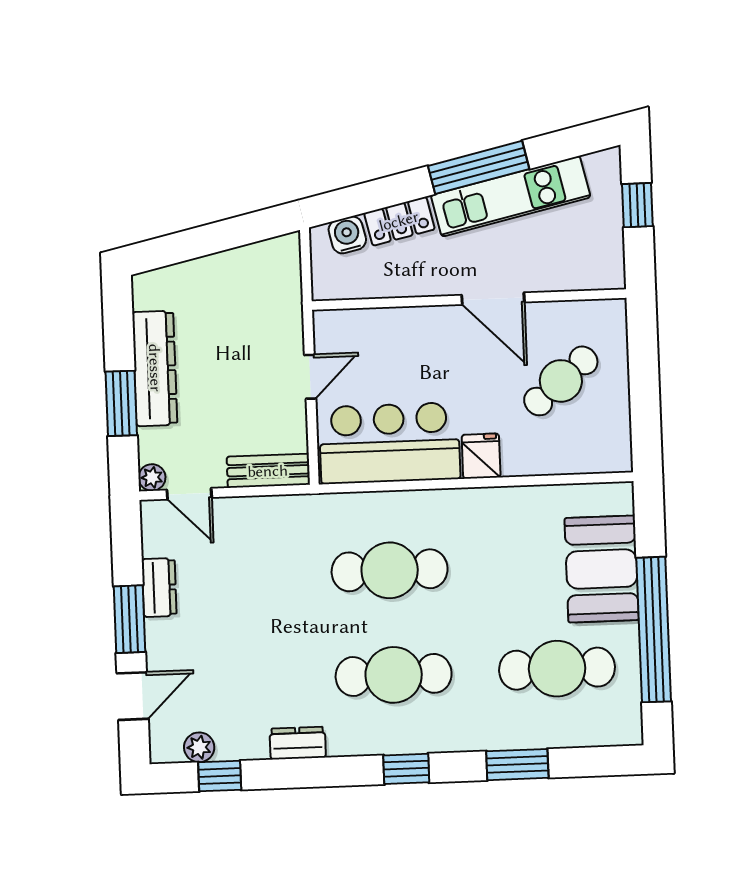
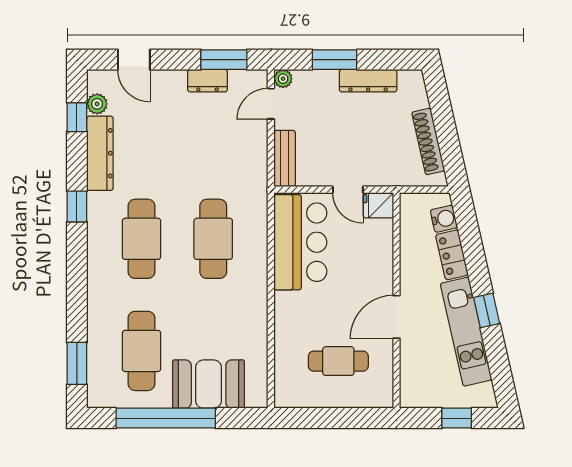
window: (479, 167) -> (487, 310), width x0.46
shoe rack: (235, 262) -> (428, 141), added
dresser: (155, 368) -> (368, 81), width x0.73, depth x0.80
cafe table: (561, 381) -> (338, 361), turned -50
fridge: (481, 456) -> (378, 205), moved, turned 180
window: (130, 619) -> (224, 60), moved
dresser: (298, 743) -> (100, 153), width x1.96, depth x1.24
window: (517, 765) -> (77, 363), moved
window: (406, 769) -> (77, 207), moved

